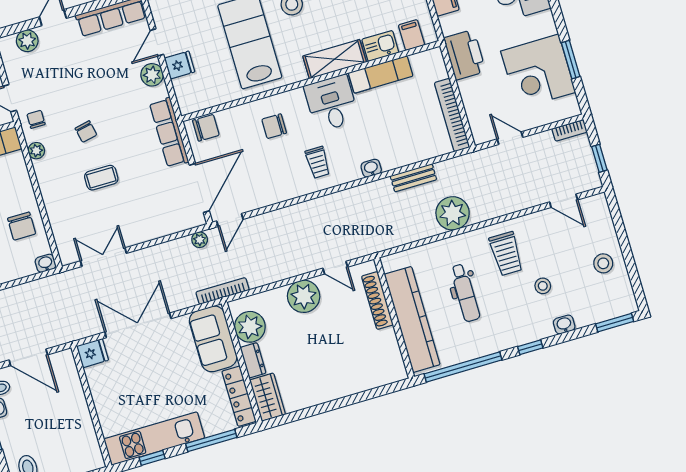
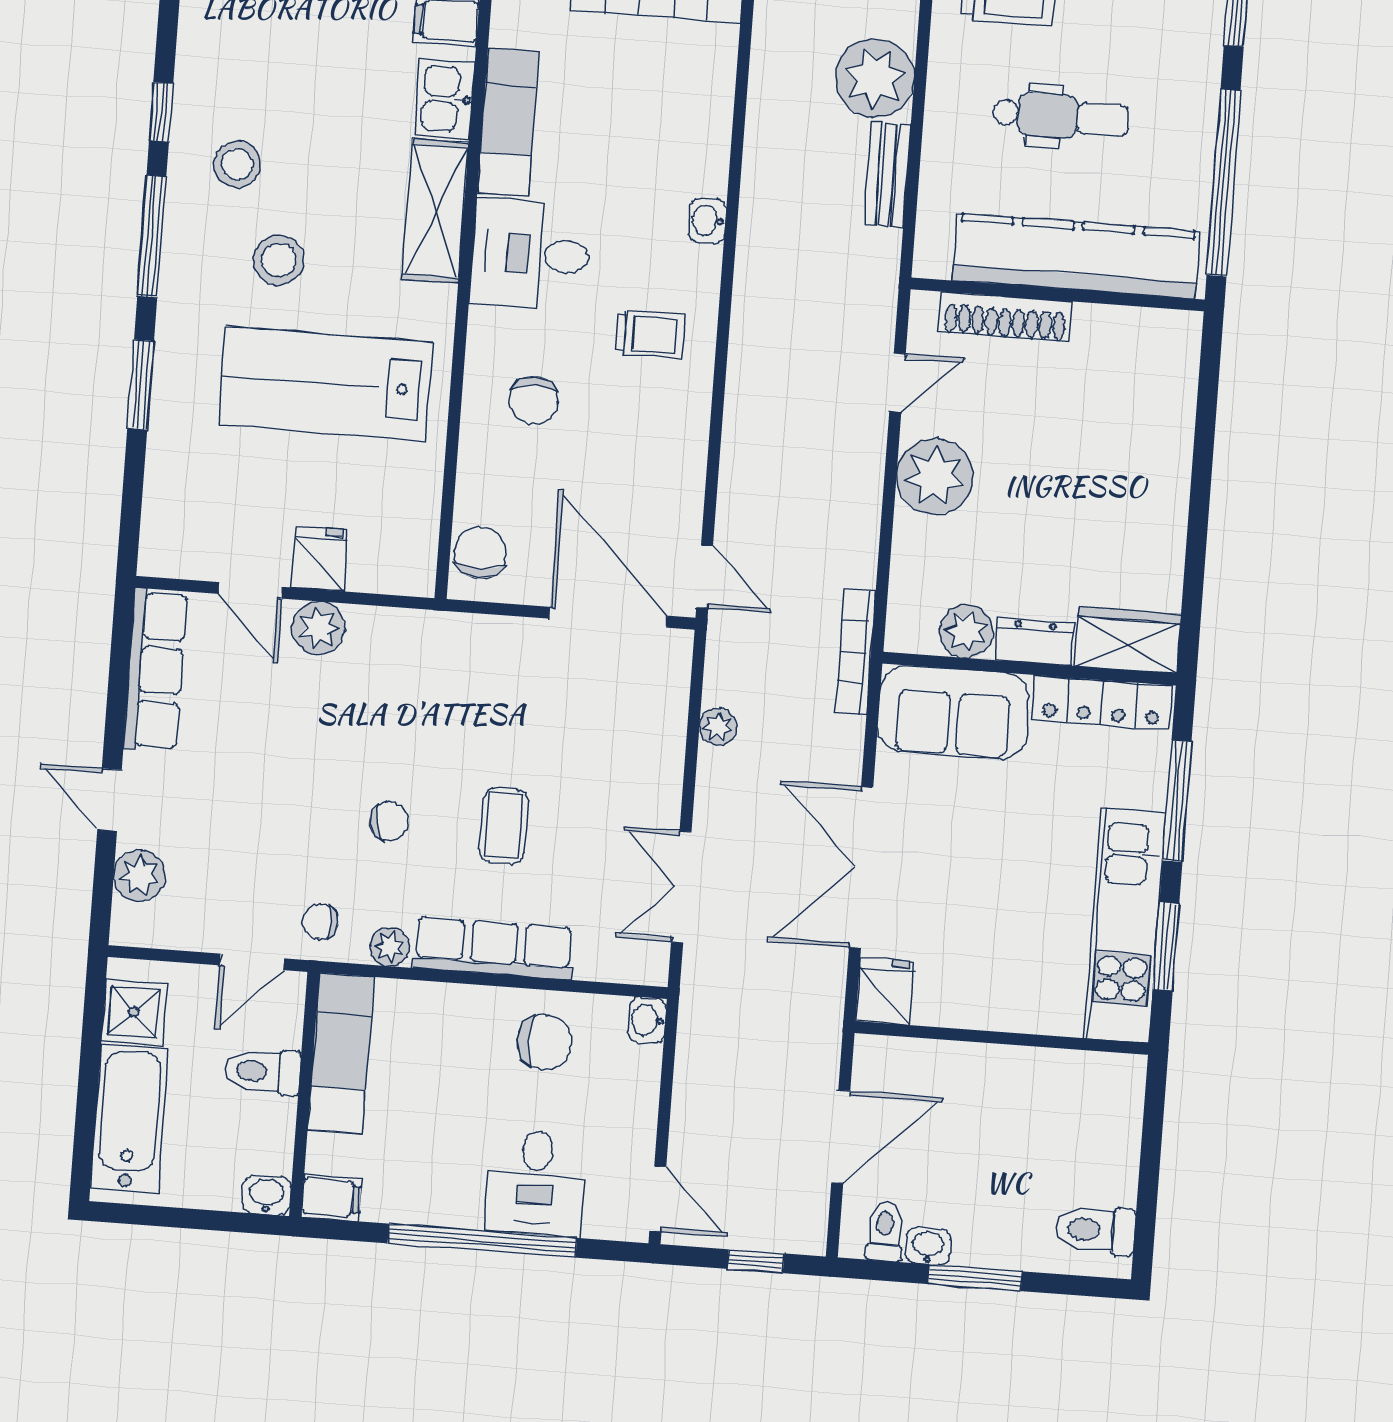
row of seats: (169, 132) -> (494, 948), moved, turned 180
bench: (413, 178) -> (887, 174), moved
plant: (200, 240) -> (718, 727), moved
plant: (250, 327) -> (966, 631), width x0.73, depth x0.73
window: (152, 458) -> (1166, 946), width x1.50

